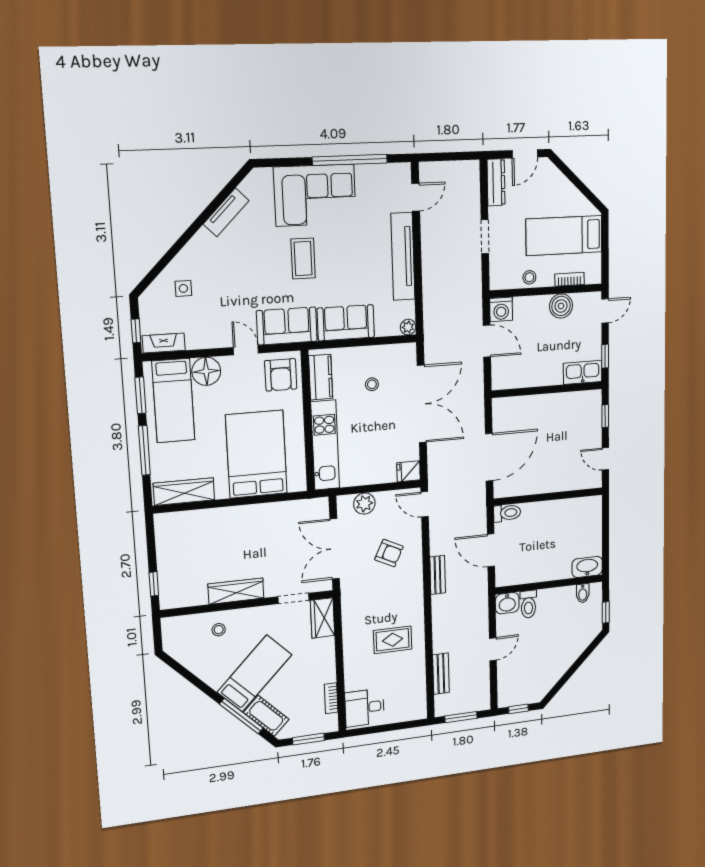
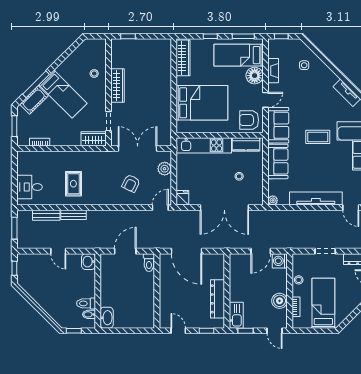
fireplace: (164, 343) -> (273, 71), moved
dresser: (559, 403) -> (218, 299), added
window: (144, 450) -> (210, 36), width x0.46
door: (605, 459) -> (178, 331), hinge flipped
bench: (438, 575) -> (73, 215), moved
toilet: (528, 604) -> (86, 303), moved
desk: (365, 708) -> (30, 187), moved, turned -90

